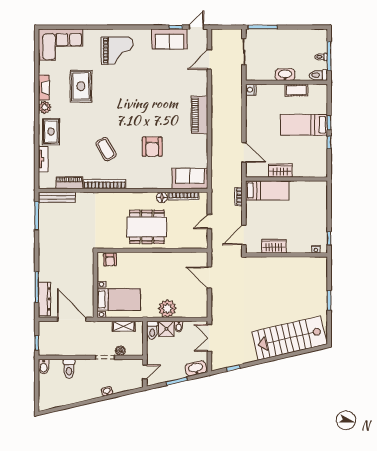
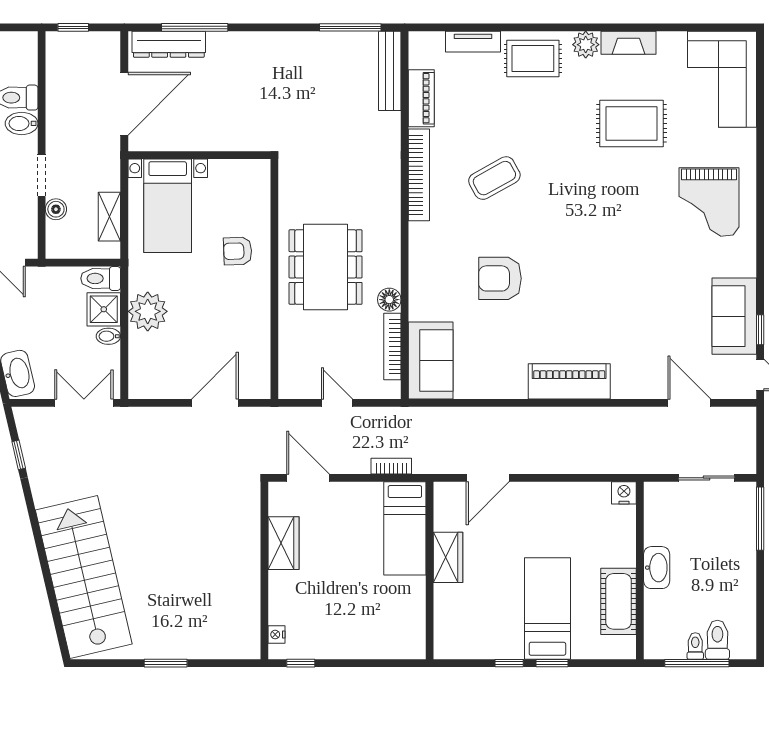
toilet: (318, 75) -> (717, 640), moved
cot: (296, 90) -> (619, 601), width x1.37, depth x1.34
armchair: (110, 260) -> (238, 251), moved
bidet: (44, 367) -> (22, 123), moved

